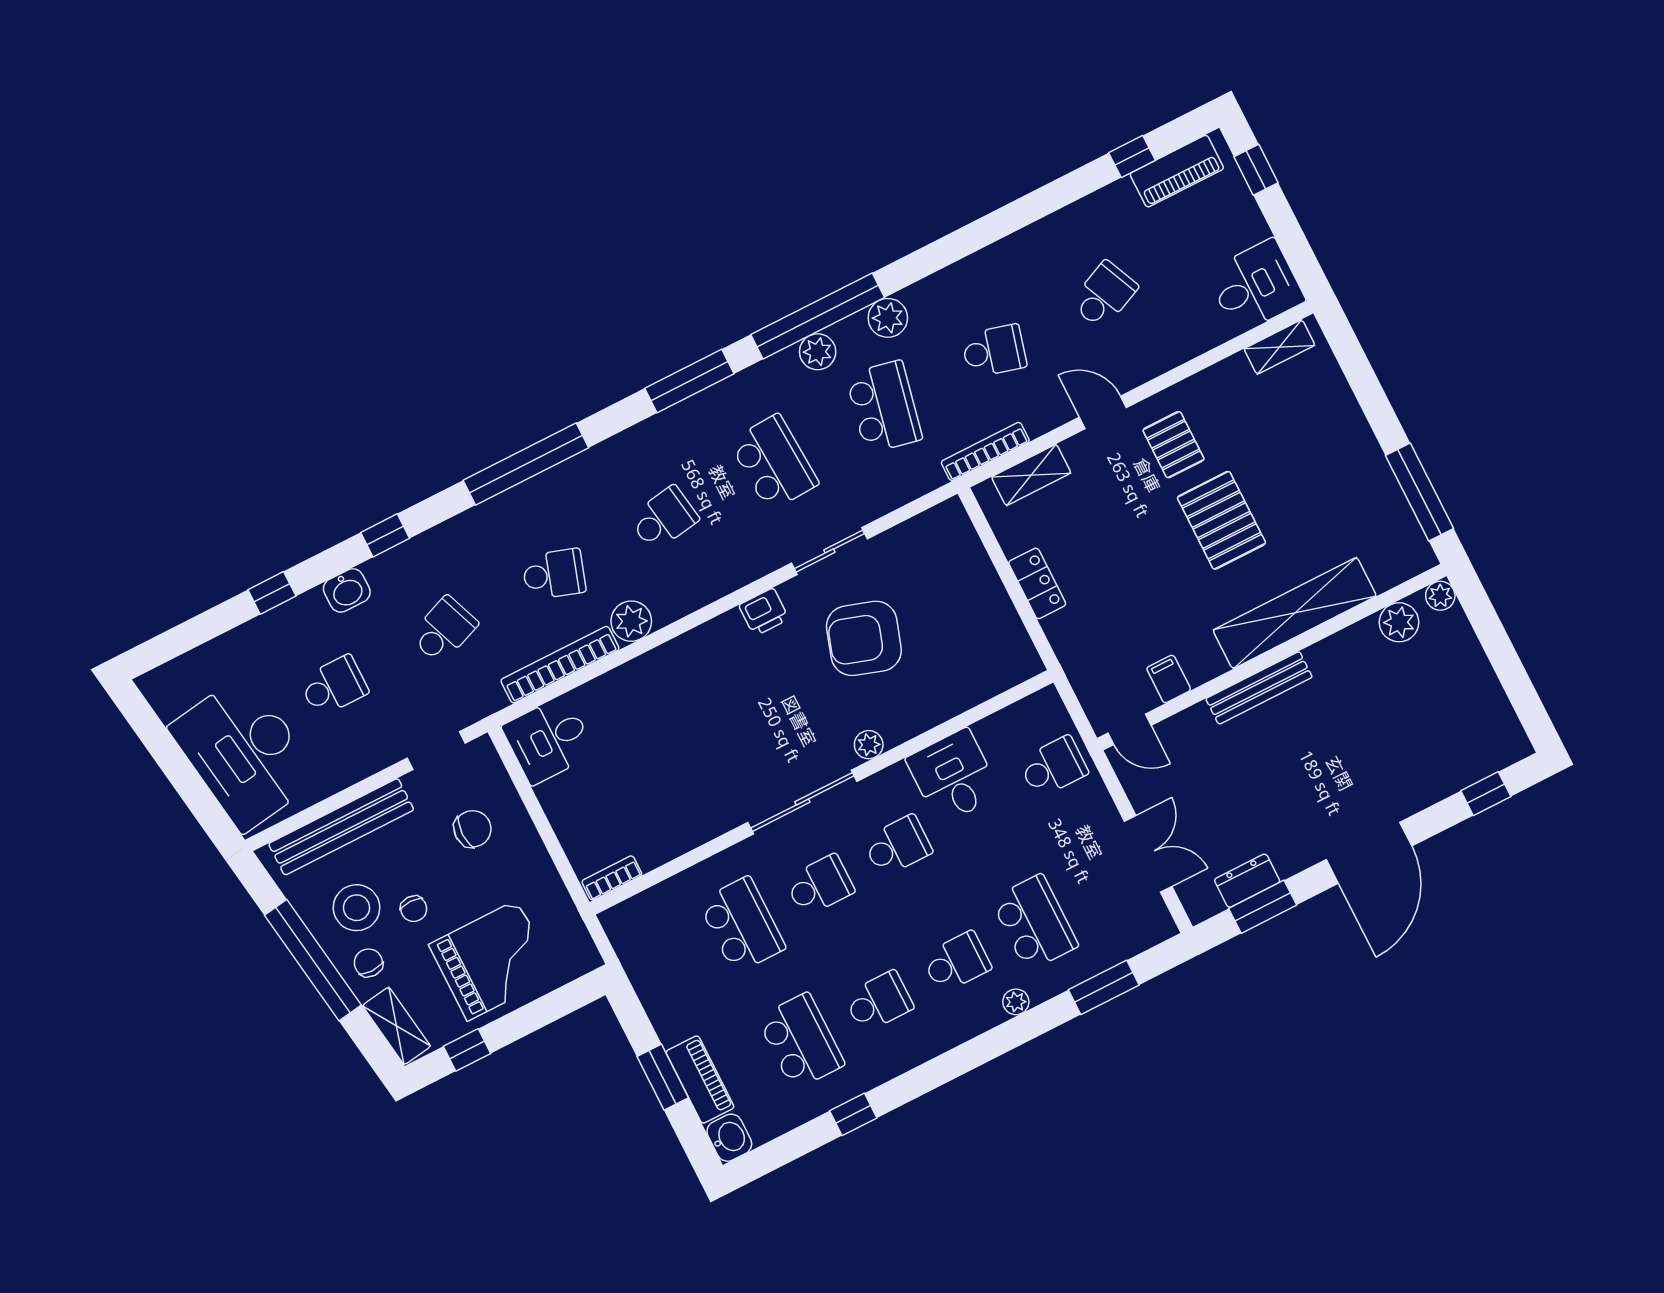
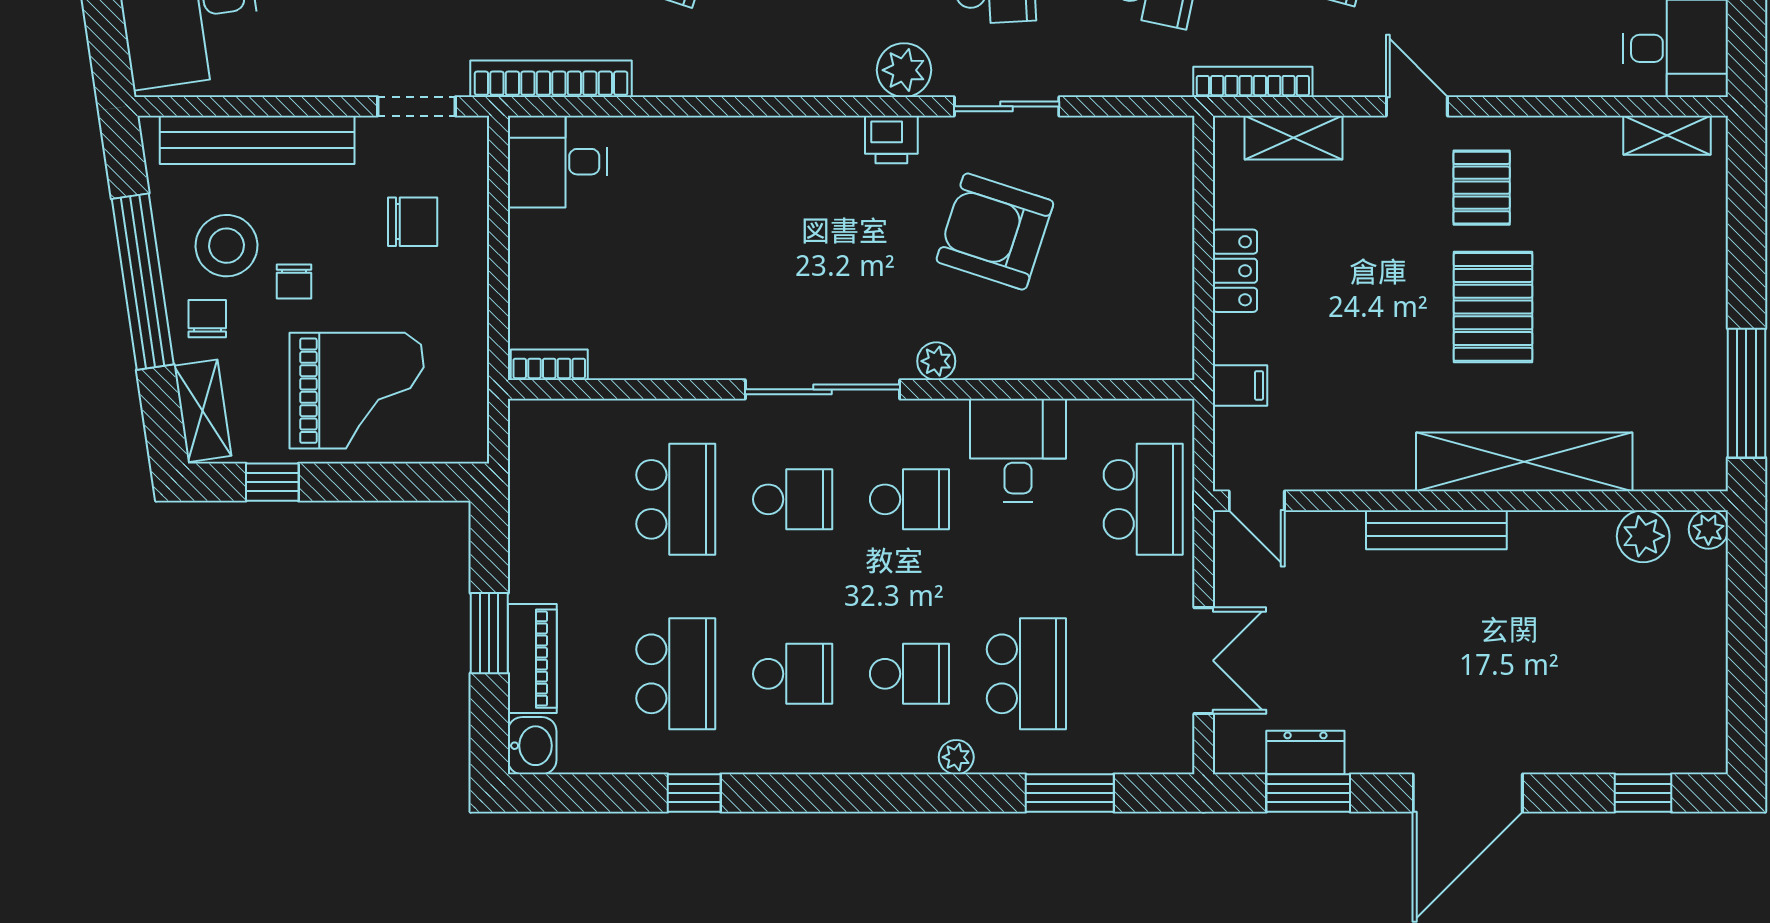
plant: (631, 621) -> (904, 70), moved
bookcase: (560, 665) -> (551, 79), moved
filing cabinet: (1169, 679) -> (1240, 385), moved, turned 90
school desk: (1053, 767) -> (1143, 499), width x1.85

